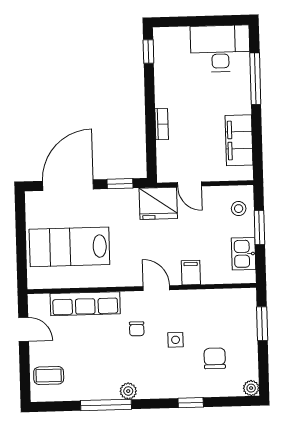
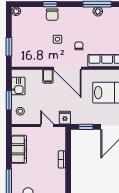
fridge: (158, 203) -> (65, 118), width x0.53, depth x0.75
door: (156, 288) -> (67, 68), width x1.88
chair: (215, 358) -> (52, 15), moved
plant: (128, 391) -> (98, 11), moved

